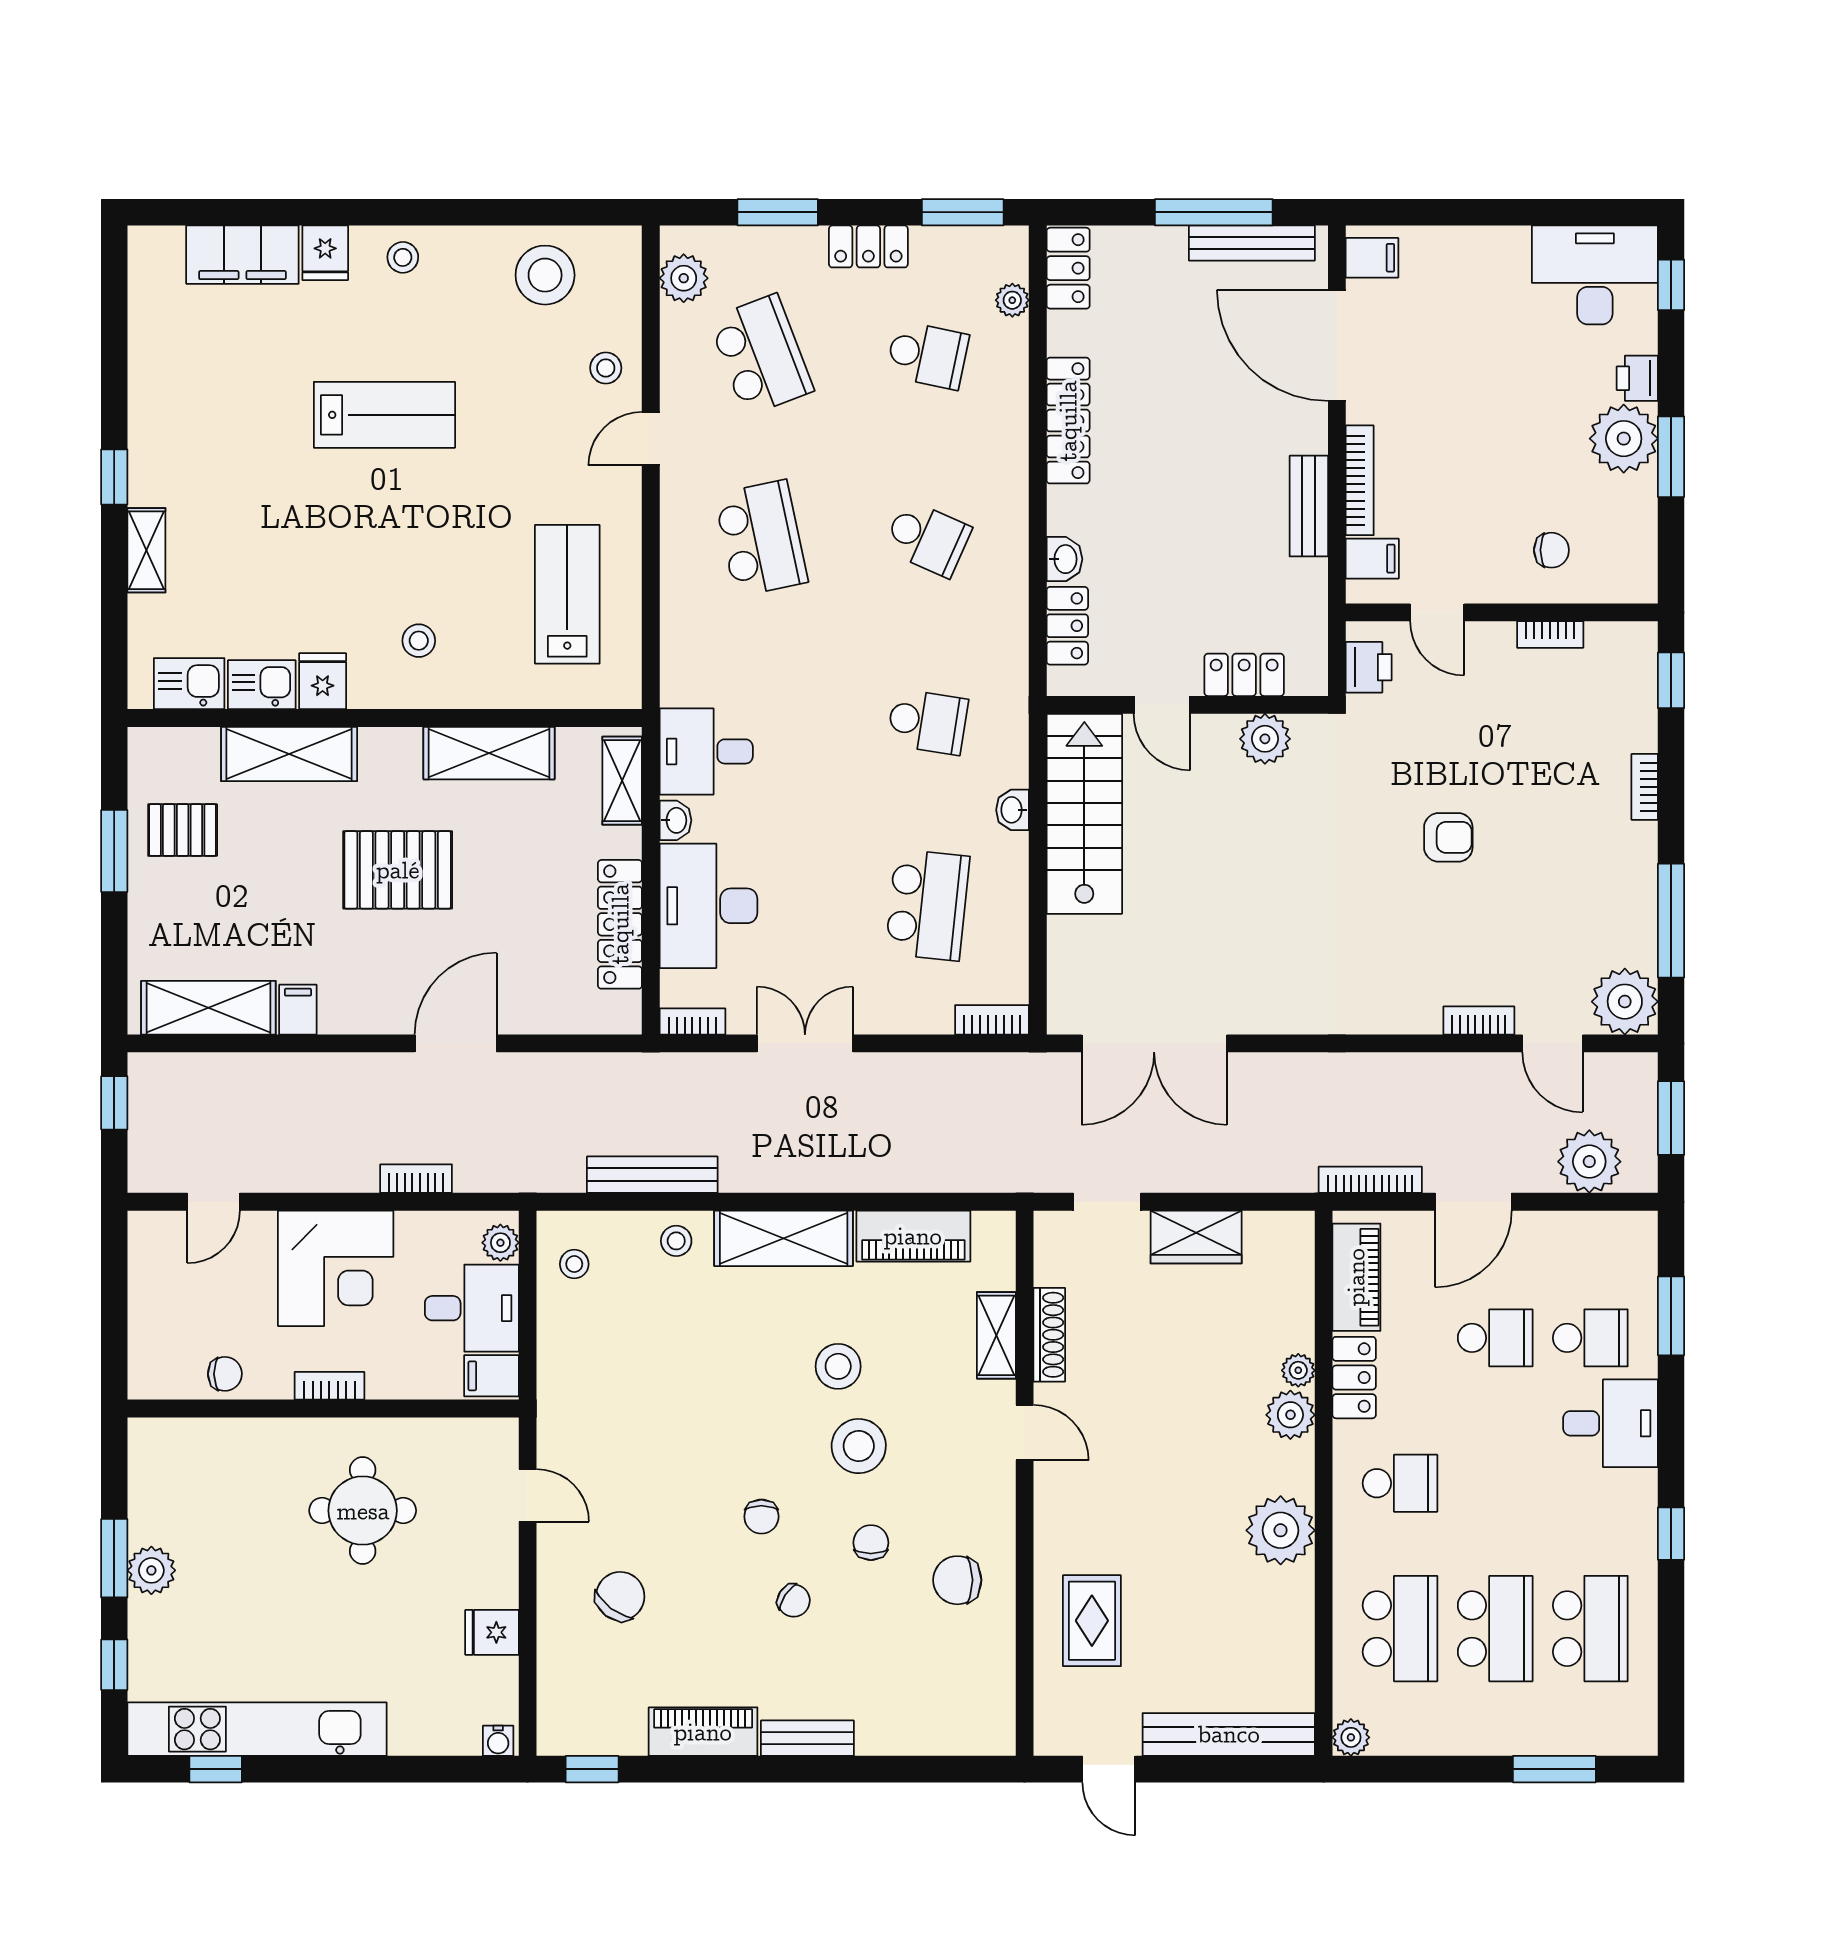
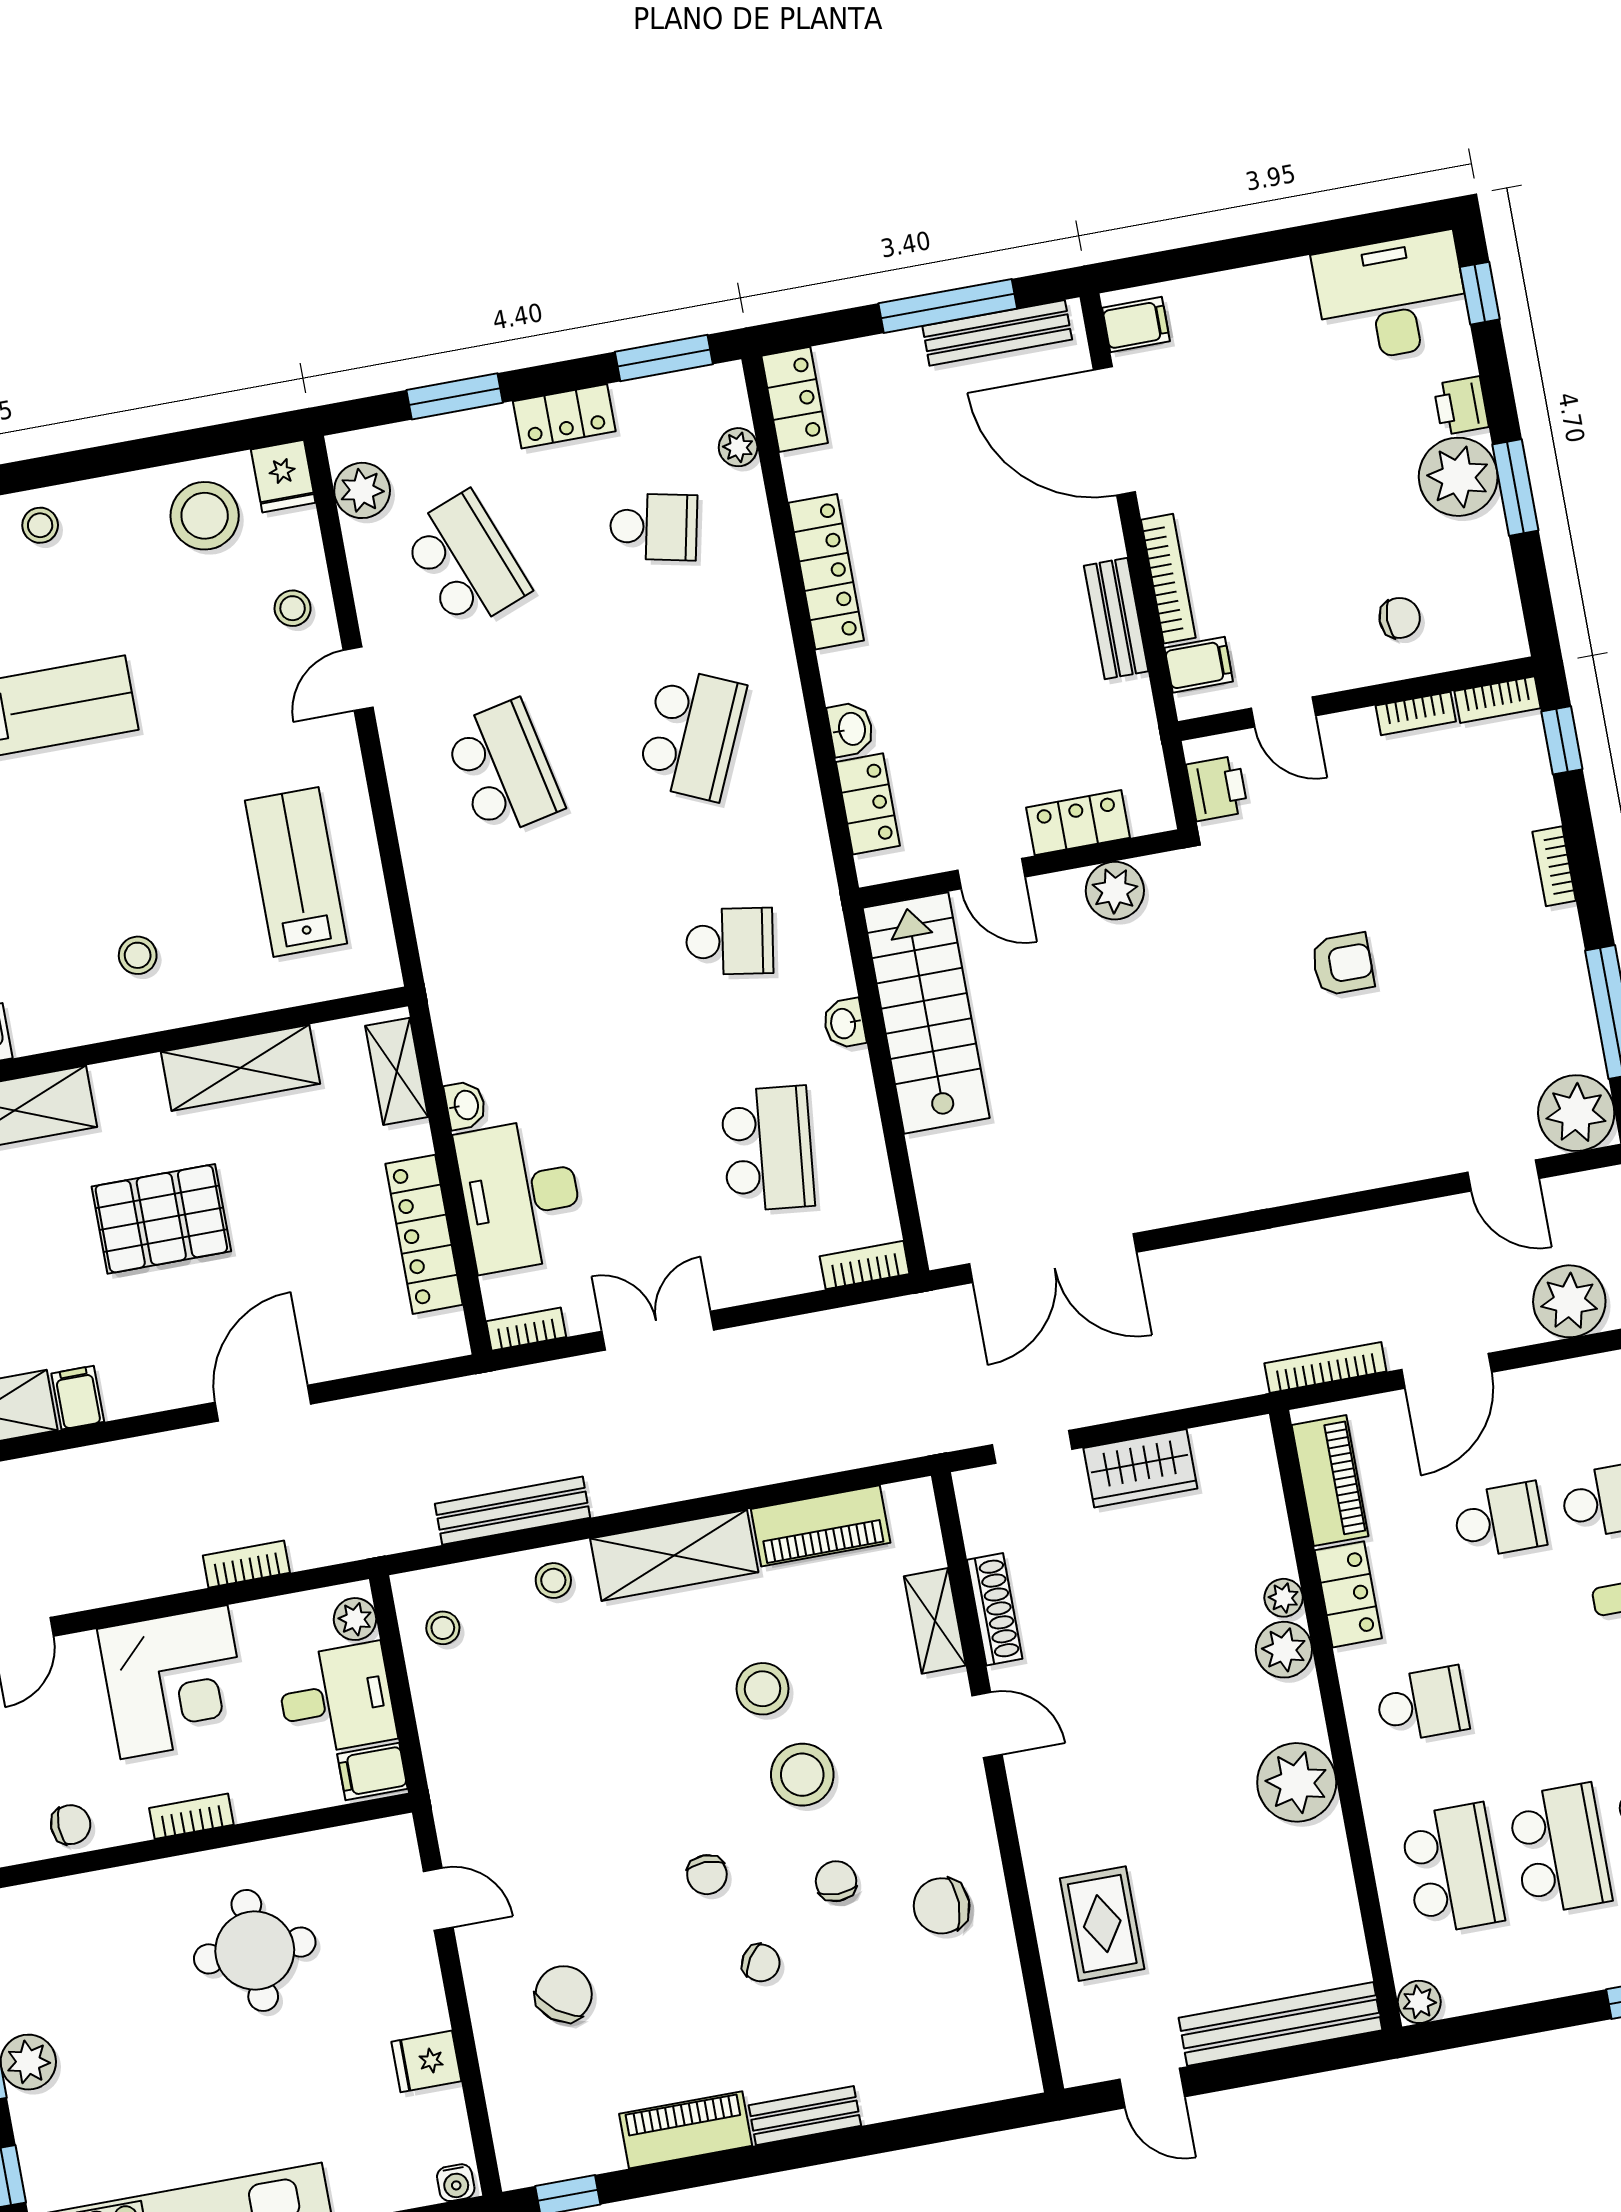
school desk: (927, 538) -> (692, 734), width x1.85
fridge: (323, 681) -> (283, 476), moved, turned 180
desk: (706, 751) -> (486, 1021), removed
bookcase: (1479, 1020) -> (1498, 700), moved, turned 180

